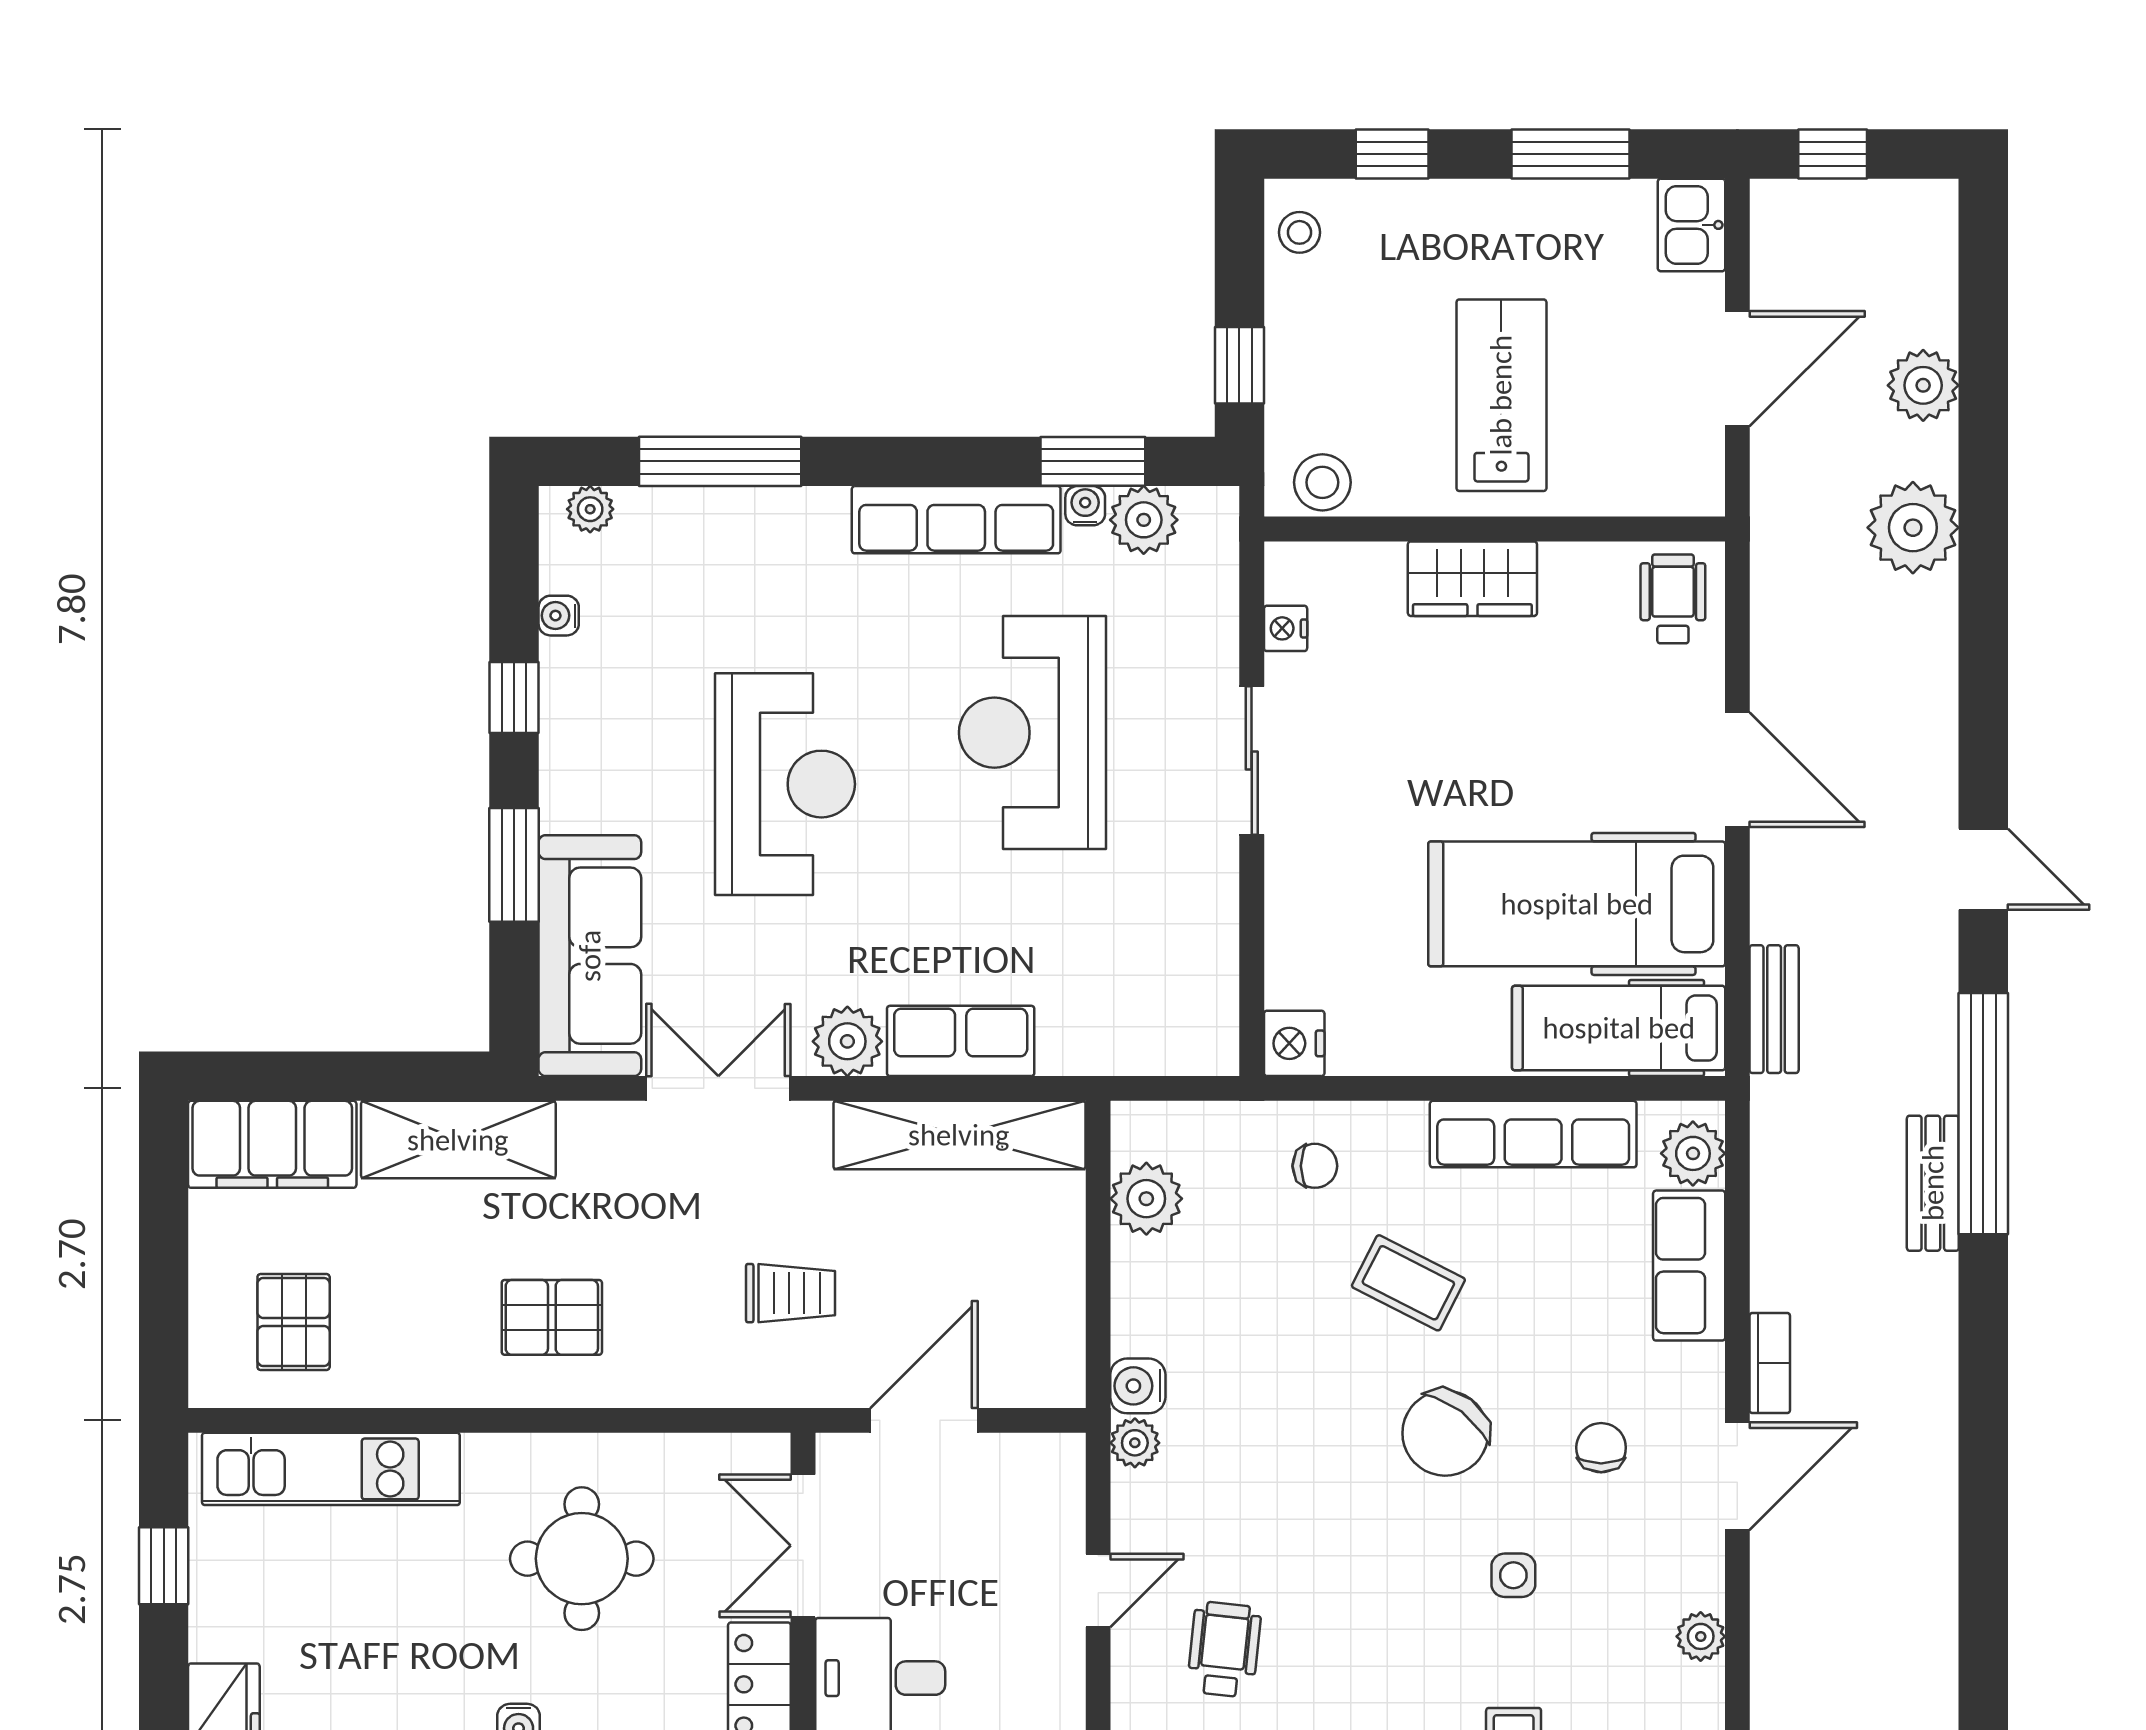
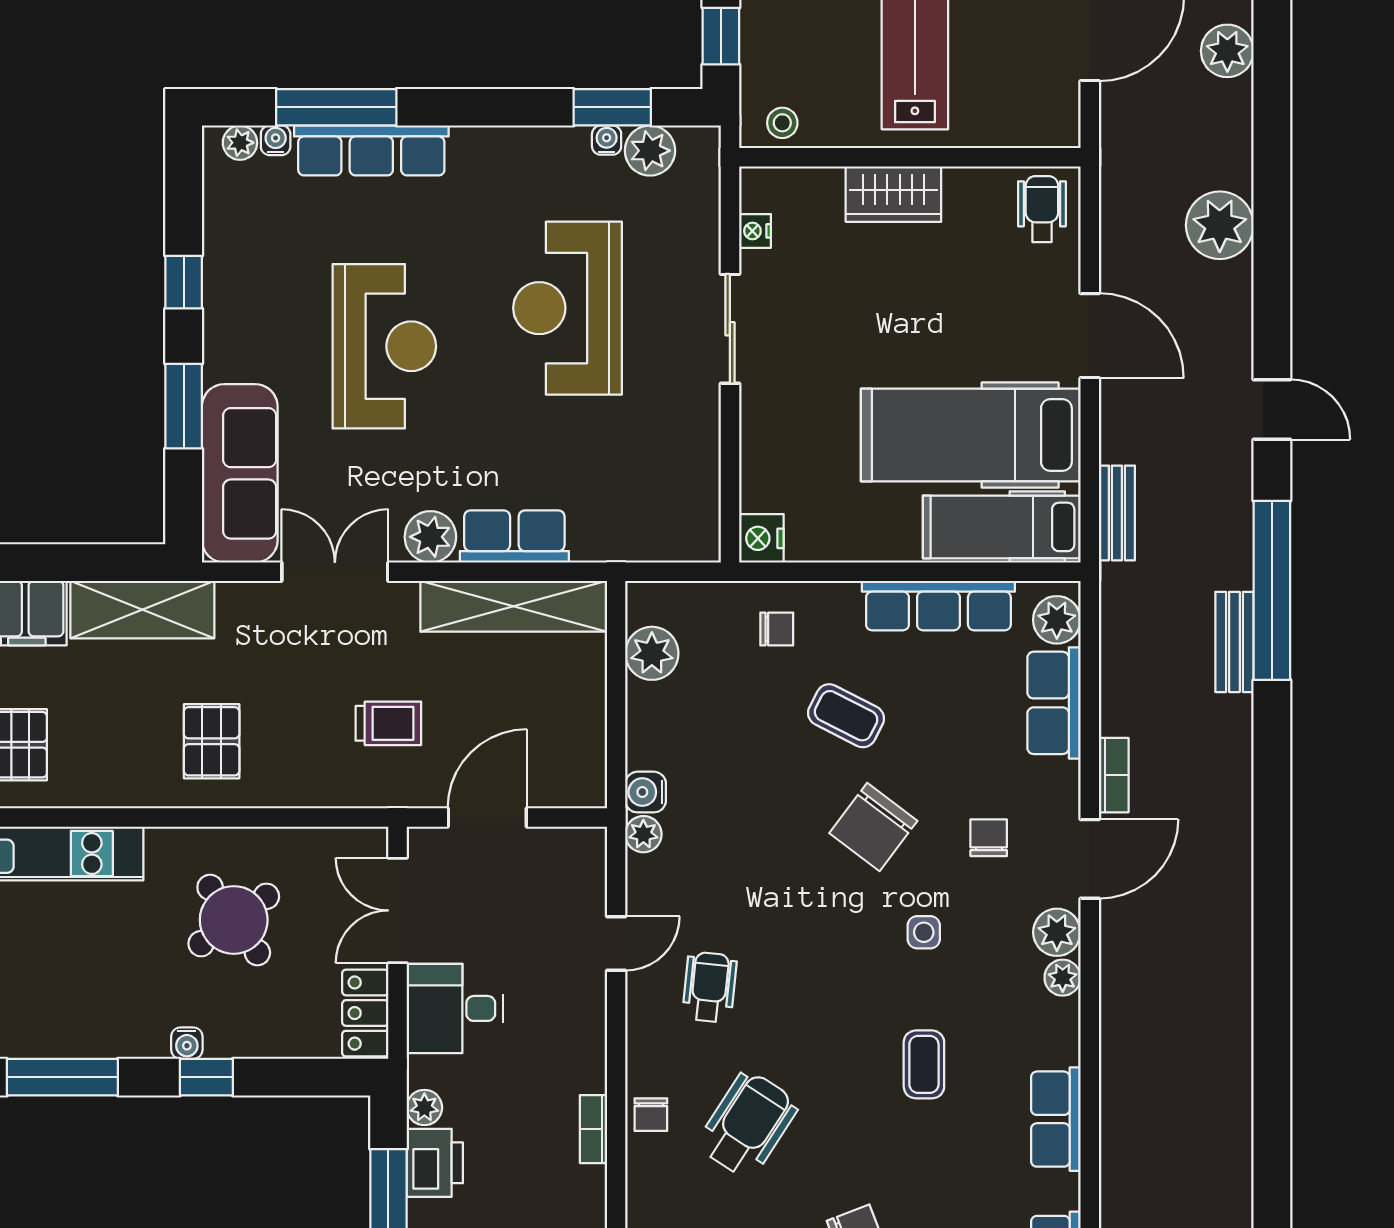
stool: (1322, 482) -> (782, 123), width x0.73, depth x0.73
row of seats: (956, 520) -> (371, 150), moved
plant: (1913, 528) -> (1220, 225), moved
water cooler: (559, 616) -> (276, 140), moved, turned 90
pallet: (552, 1317) -> (212, 741), turned 90
round table: (582, 1559) -> (234, 920), turned -36
plant: (1693, 1575) -> (1057, 932), added

